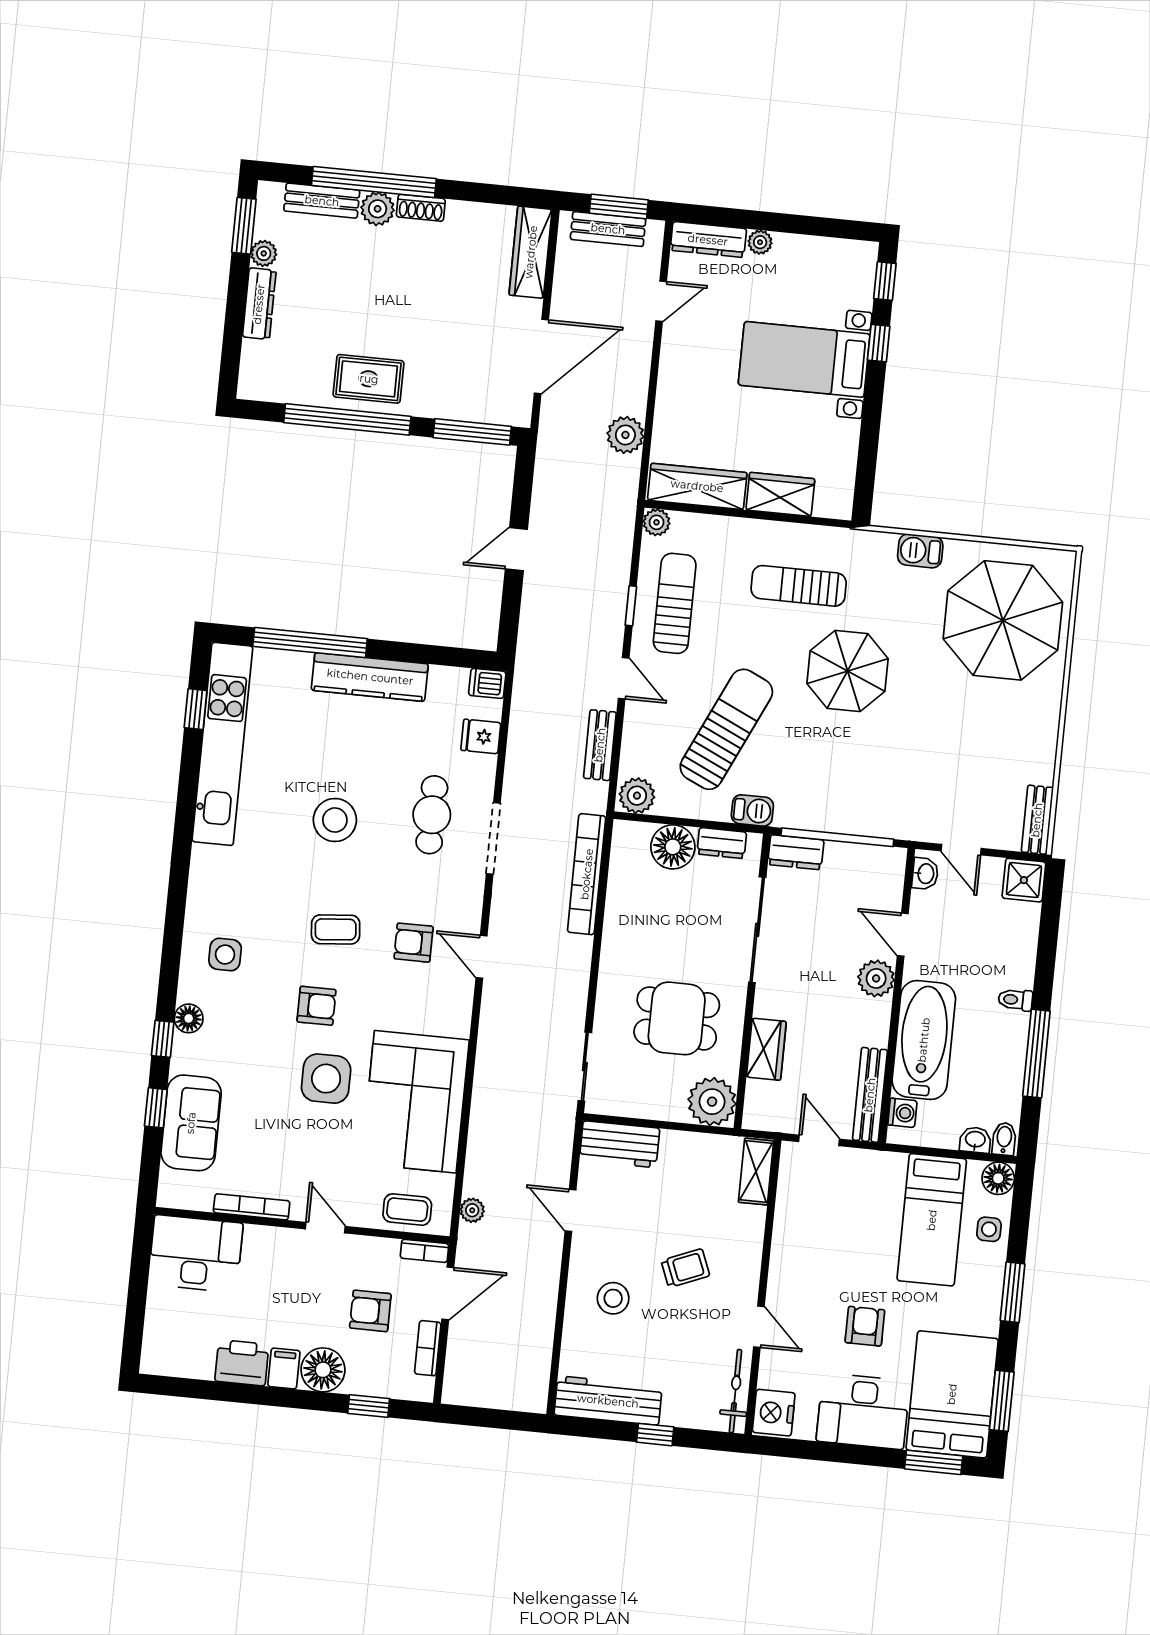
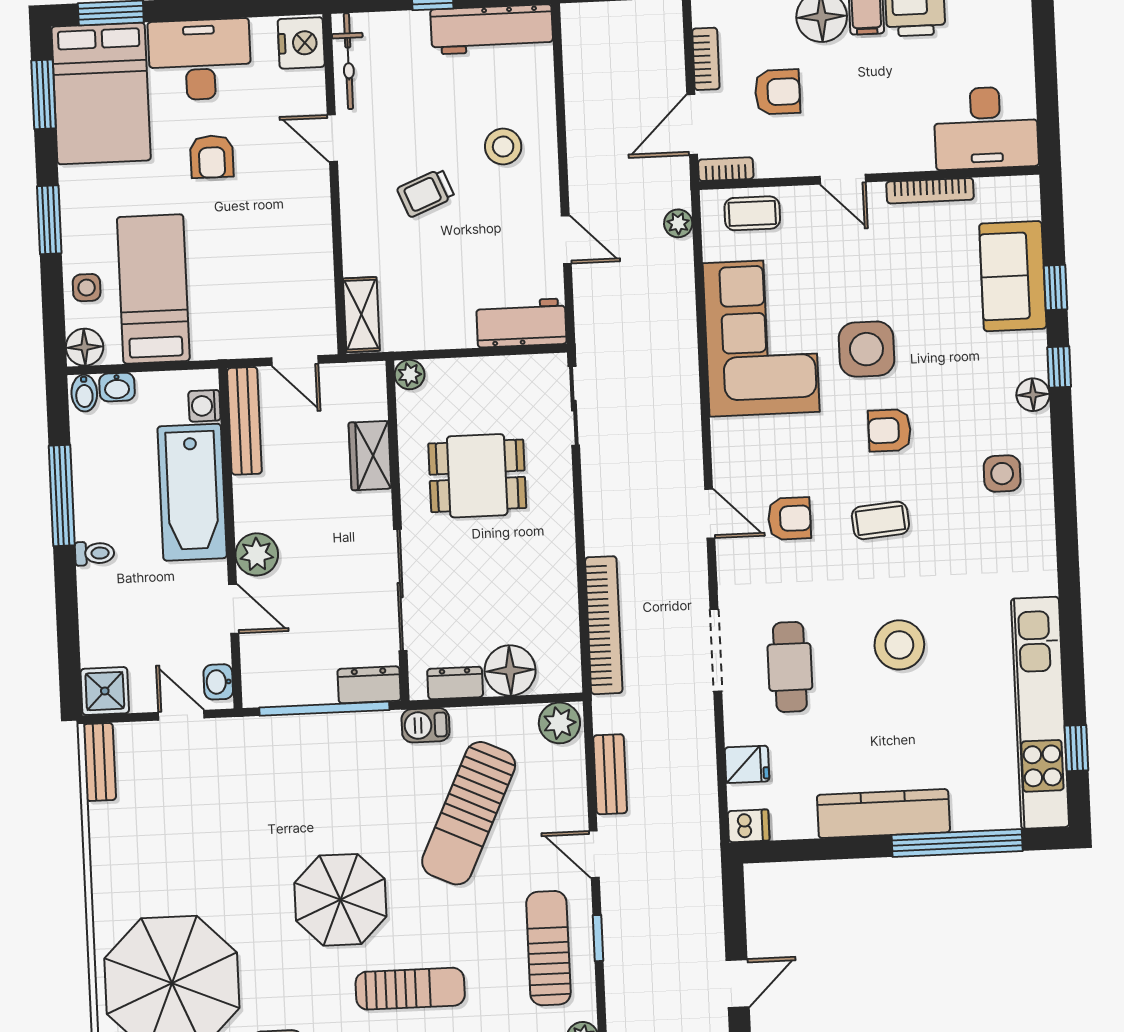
sun lounger: (675, 603) -> (548, 948), turned 180
plant: (712, 1102) -> (410, 375), width x0.53, depth x0.53

